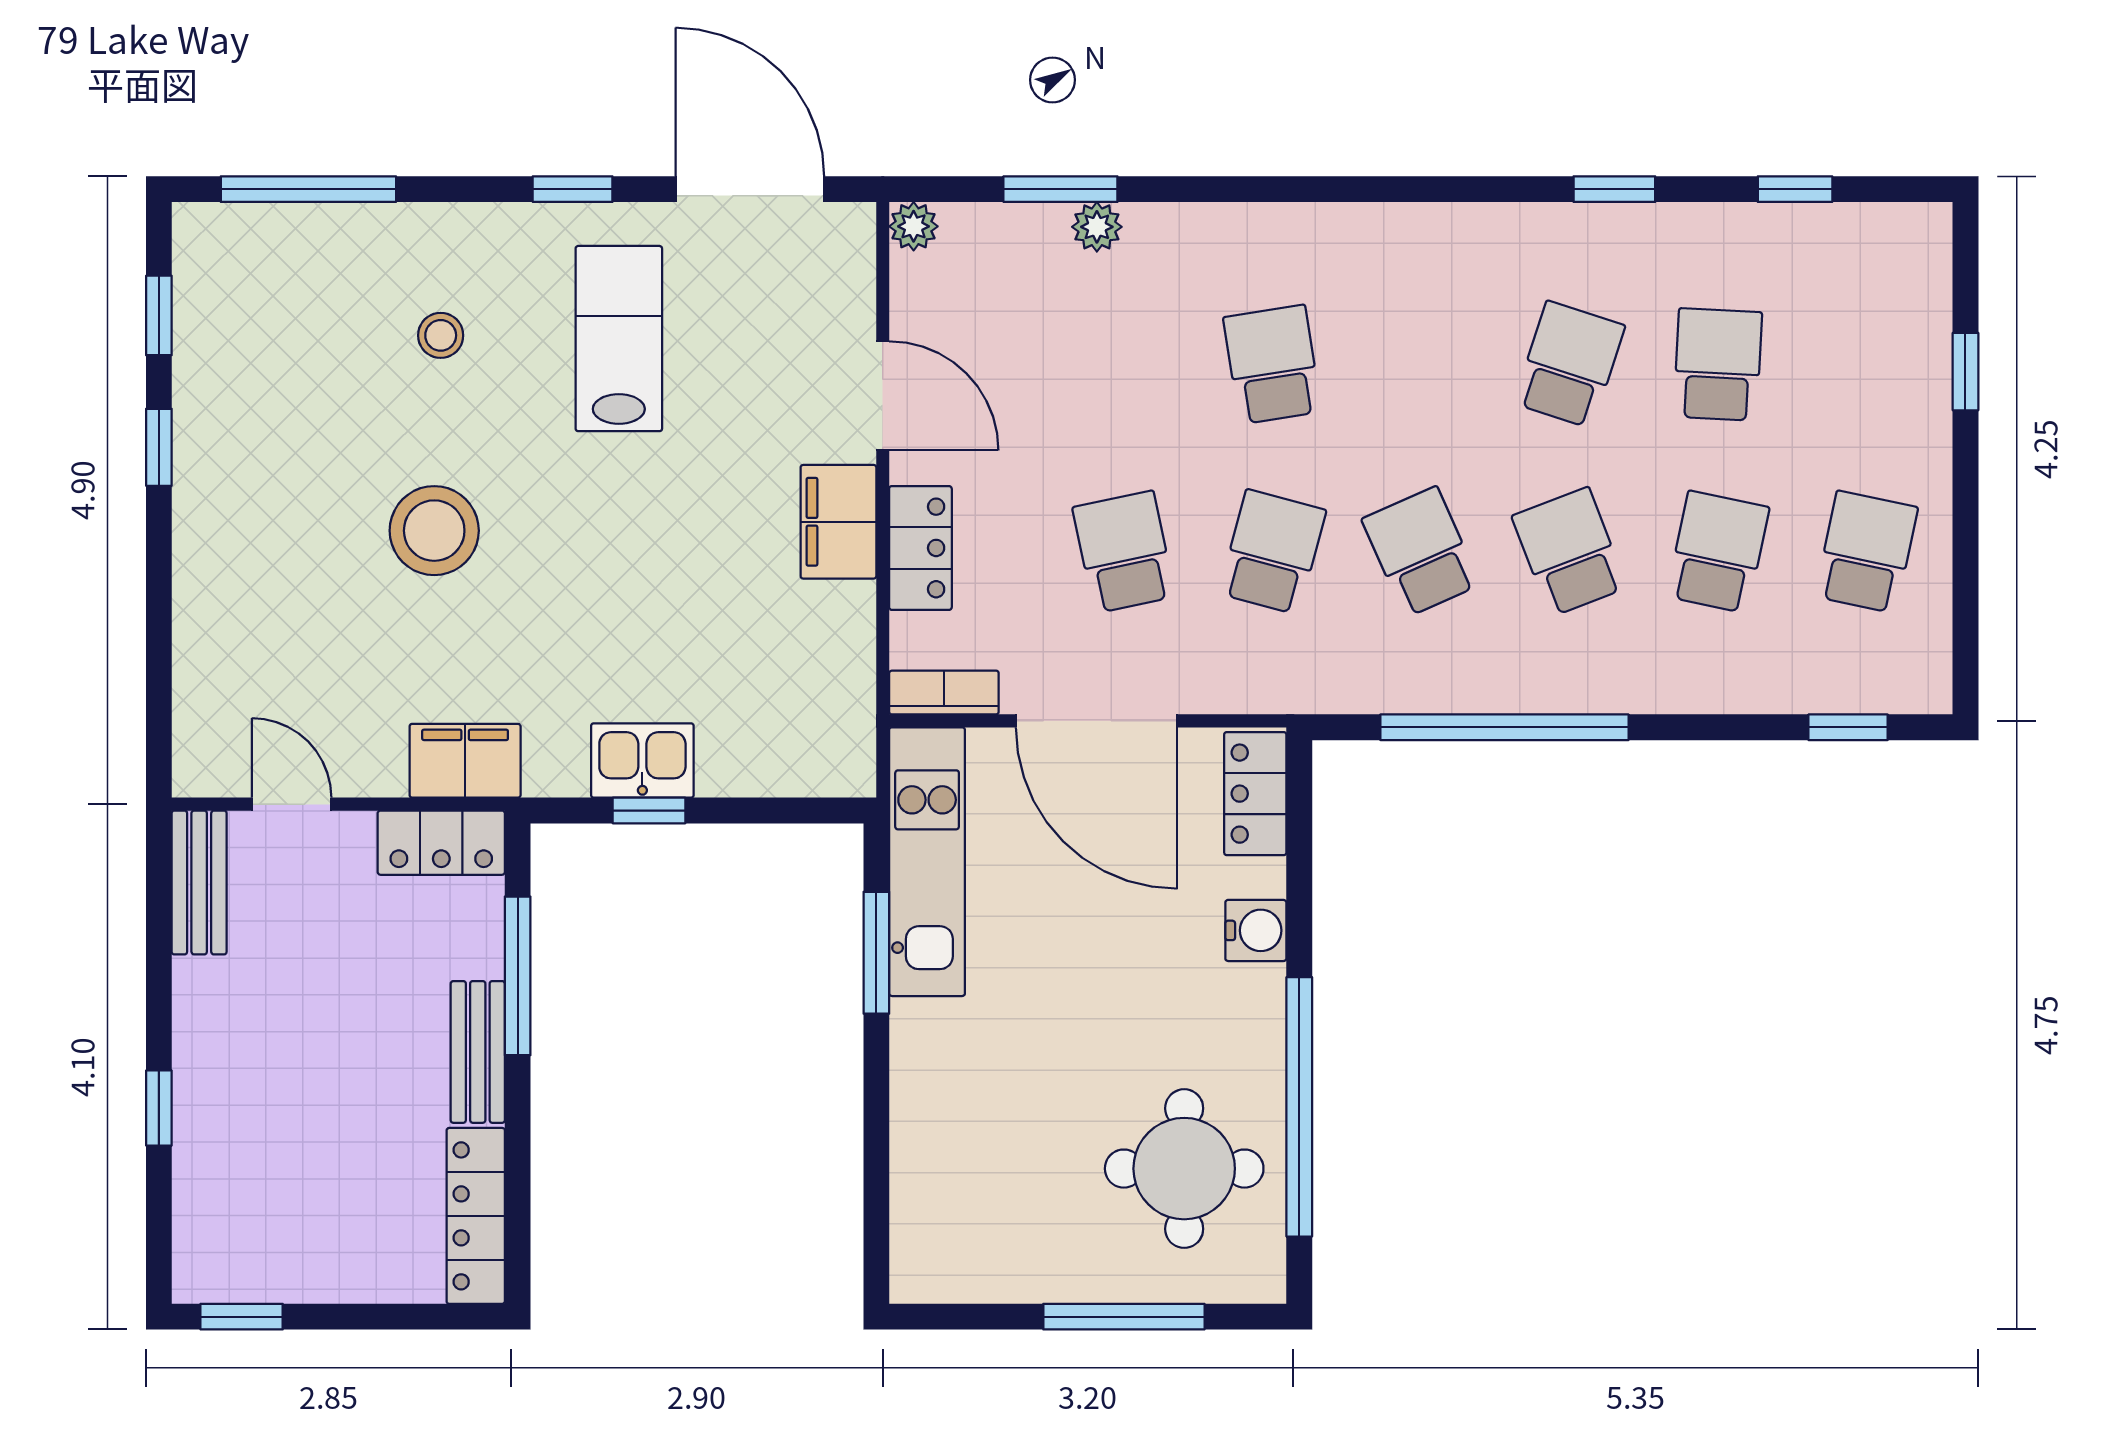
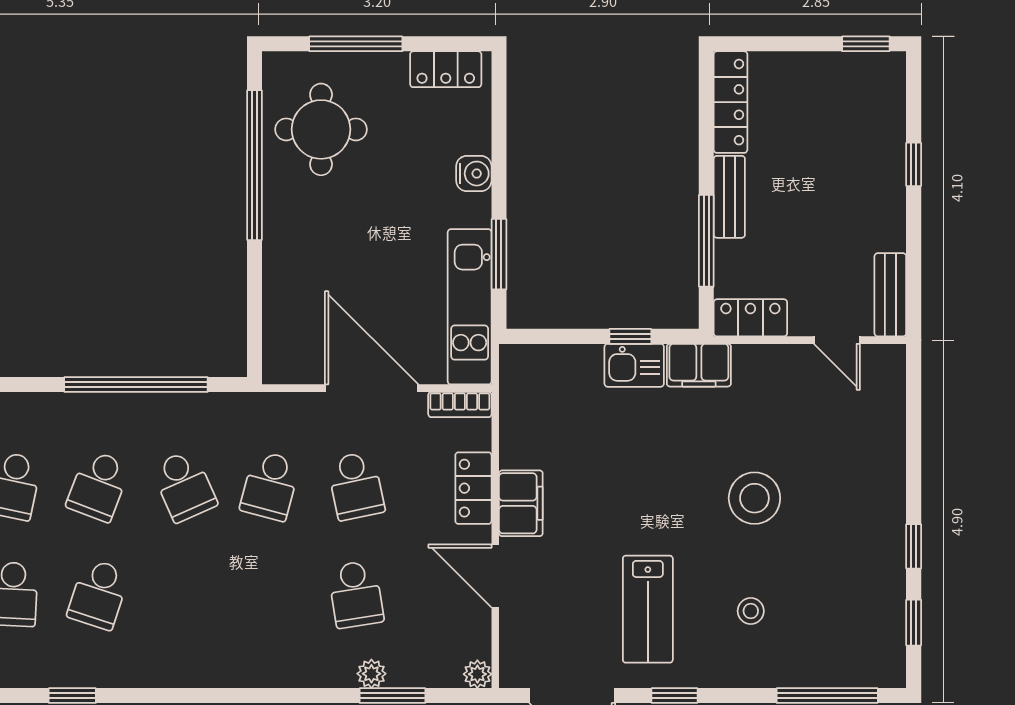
school desk: (1272, 364) -> (356, 594), moved
school desk: (1569, 552) -> (98, 486), turned 42
filing cabinet: (465, 761) -> (699, 365), moved
locker: (1255, 794) -> (446, 69), moved, turned 90
water cooler: (1256, 930) -> (474, 174), moved, turned 180

